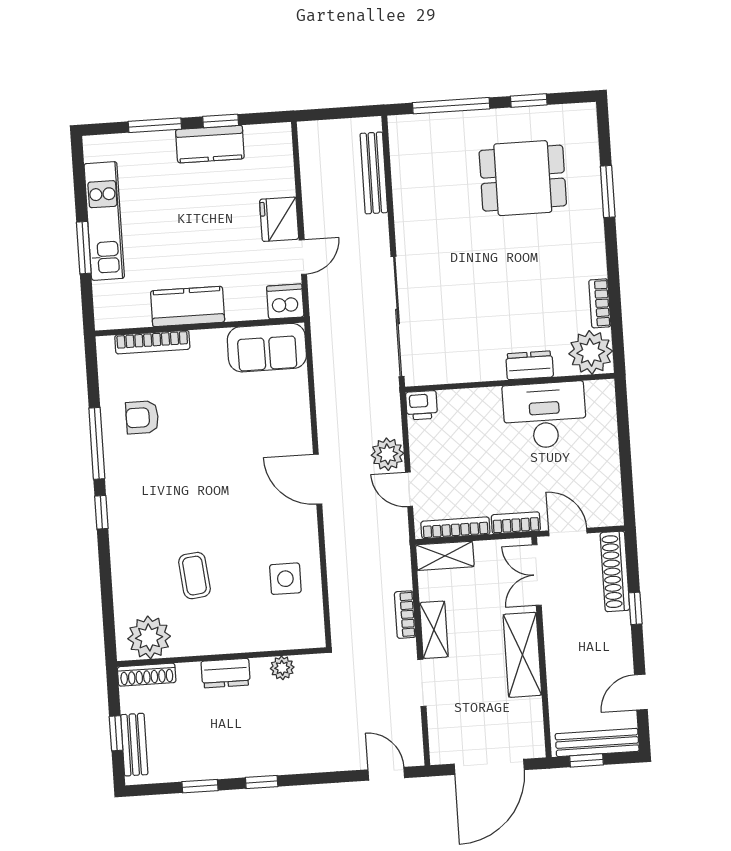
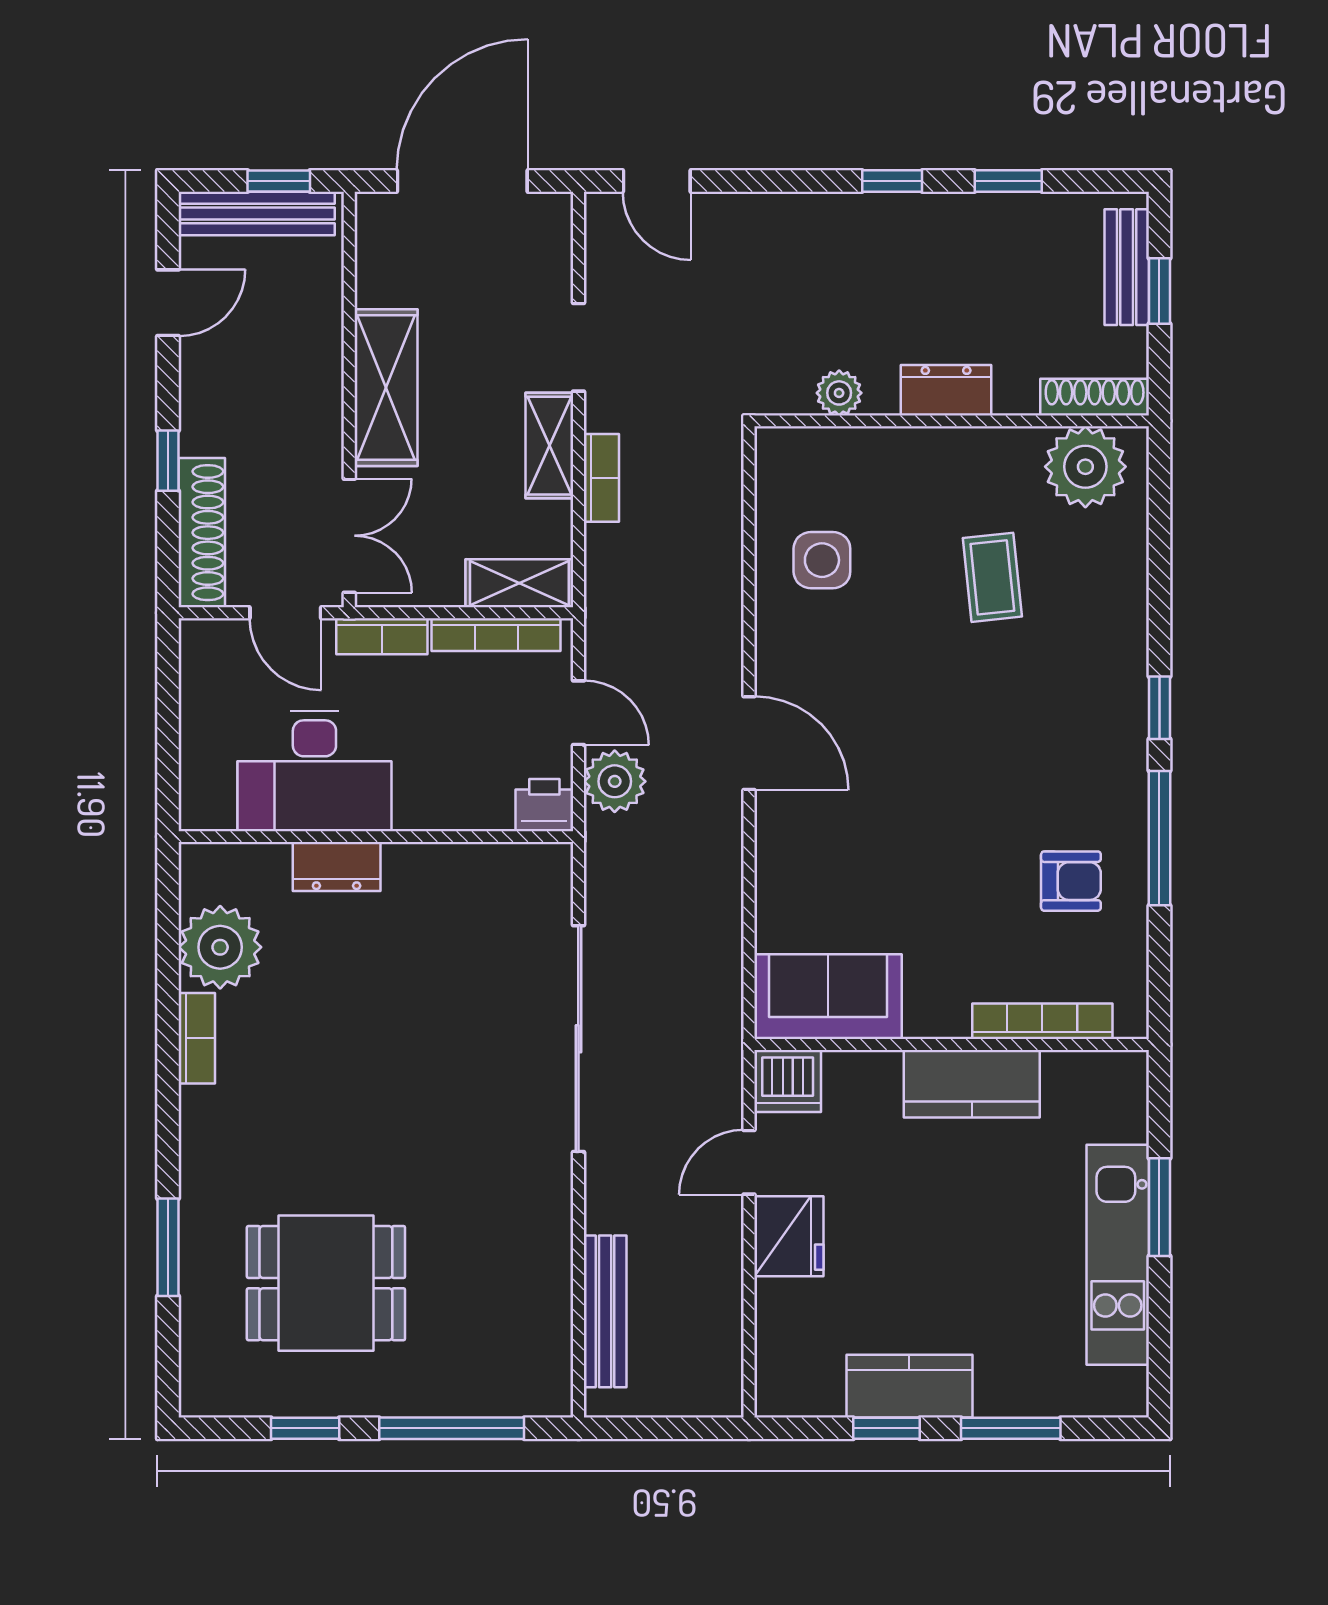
dresser: (530, 365) -> (337, 867), moved
wall: (510, 383) -> (376, 837), moved
printer: (422, 405) -> (544, 805), moved
desk: (545, 415) -> (314, 771), moved

